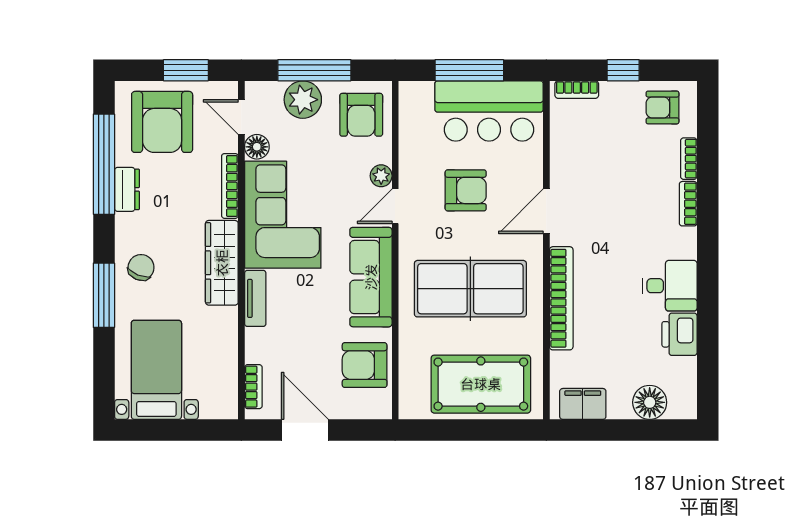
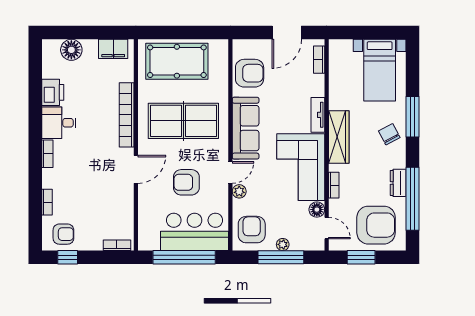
window: (469, 70) -> (184, 257), width x1.46
window: (623, 70) -> (68, 257), moved
plant: (303, 100) -> (283, 244), width x0.53, depth x0.53
bar counter: (489, 111) -> (195, 232), moved
armchair: (162, 122) -> (376, 225), turned 90
bookcase: (230, 186) -> (334, 185), width x0.64
bookcase: (688, 204) -> (47, 154), moved
chair: (141, 267) -> (389, 134), turned 130
door: (305, 430) -> (287, 33), hinge flipped

